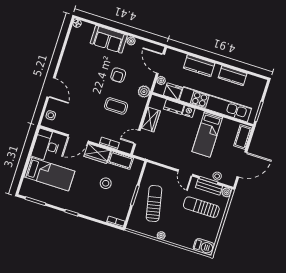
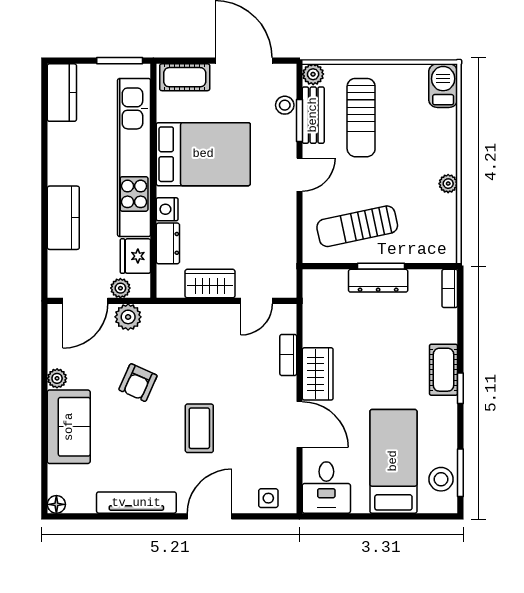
tv unit: (67, 58) -> (136, 503), added
armchair: (118, 75) -> (138, 383), turned 114
kitchen counter: (233, 76) -> (62, 93), moved
plant: (144, 92) -> (128, 317), moved
coffee table: (116, 106) -> (199, 428), moved
bed: (207, 134) -> (203, 154), width x1.50
door: (137, 137) -> (257, 301), hinge flipped
desk: (46, 145) -> (326, 488), width x0.73
cot: (121, 160) -> (443, 370), moved
stool: (106, 183) -> (441, 479), moved
dresser: (129, 192) -> (378, 281), added
sun lounger: (154, 204) -> (357, 226), moved

